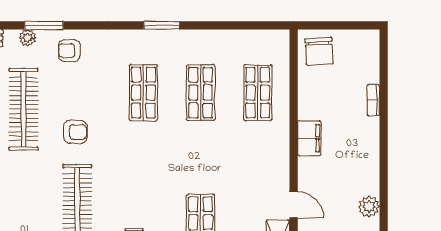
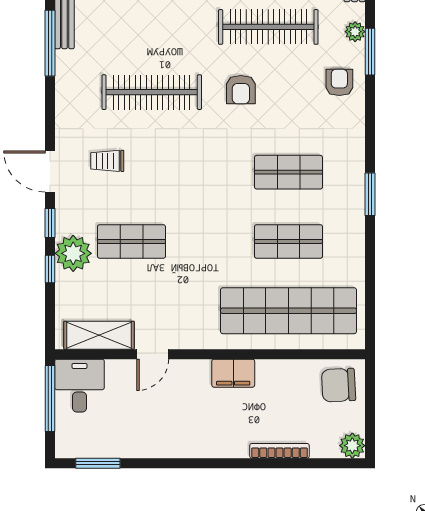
shop shelf: (258, 93) -> (288, 311), width x2.00, depth x1.36
bookcase: (373, 100) -> (280, 451), width x1.56
plant: (369, 207) -> (352, 446), moved

